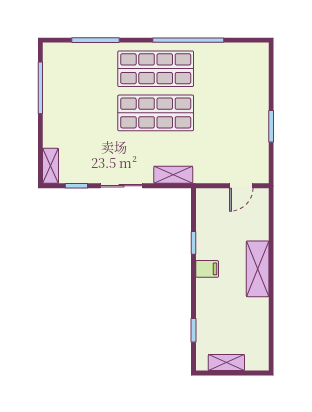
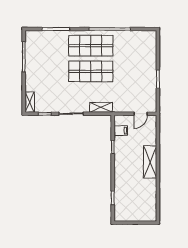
filing cabinet: (207, 269) -> (121, 131), moved
shelving: (226, 363) -> (132, 217), removed

